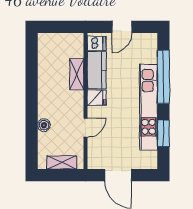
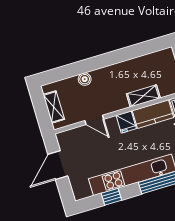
window: (163, 133) -> (111, 197), width x0.67

